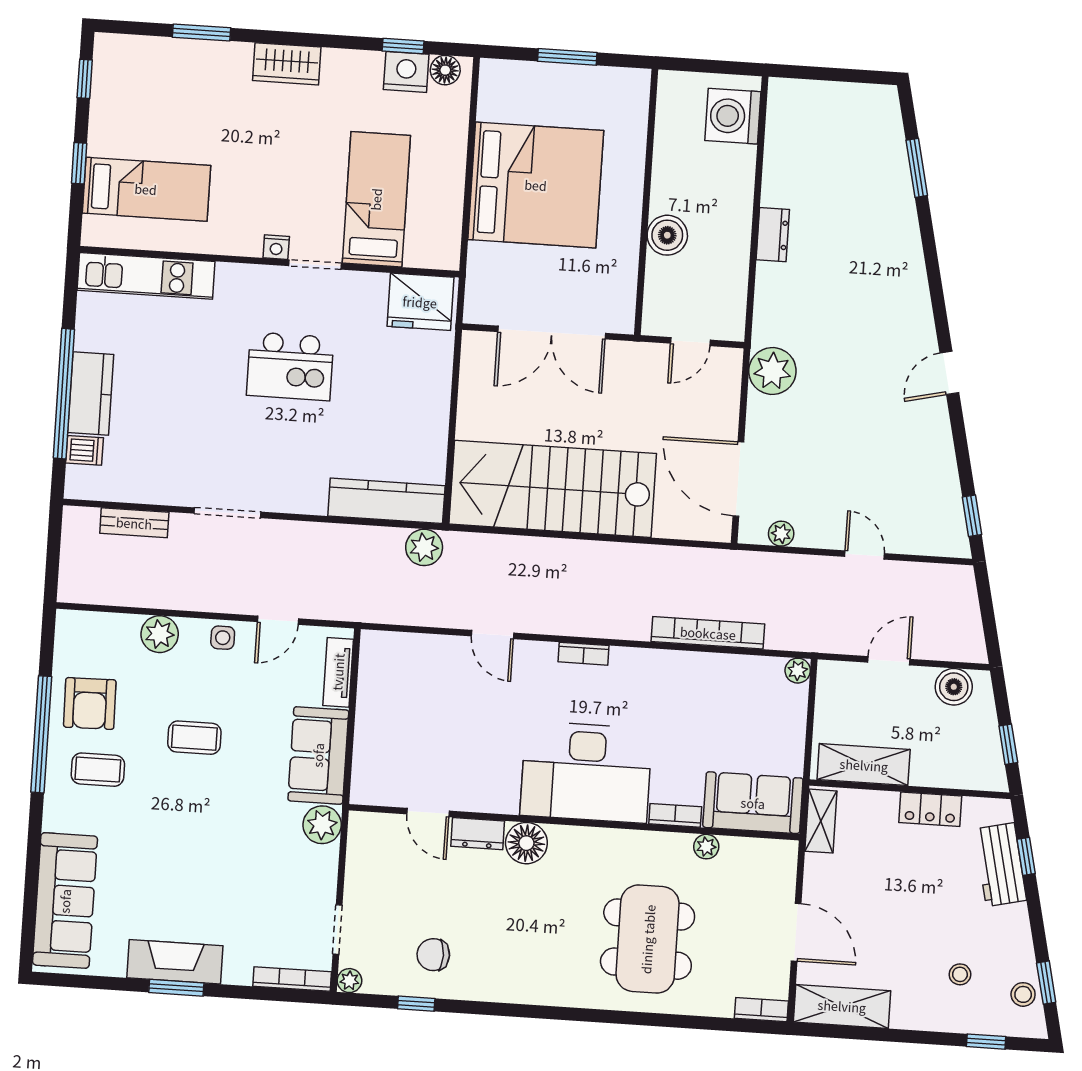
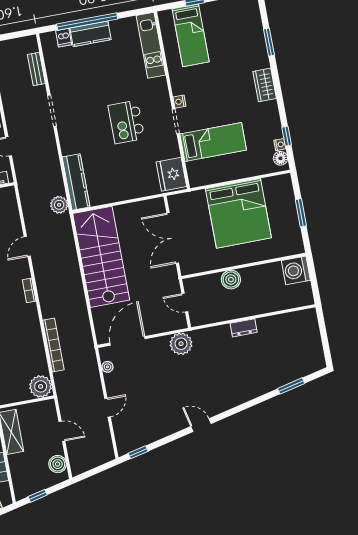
nightstand: (406, 72) -> (280, 145), width x0.53, depth x0.56
washing machine: (733, 116) -> (296, 270), moved, turned -90
plant: (798, 671) -> (41, 386), width x1.88, depth x1.88

